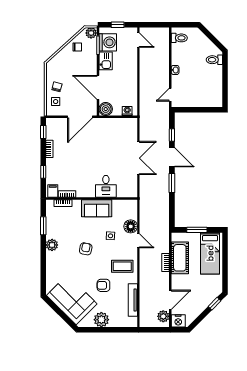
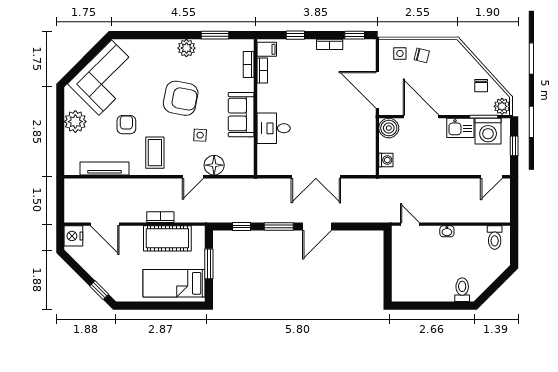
door: (98, 87) -> (421, 117), hinge flipped
window: (172, 135) -> (242, 226), moved
armchair: (86, 249) -> (181, 98), width x1.88, depth x1.88
plant: (163, 316) -> (80, 214), removed

